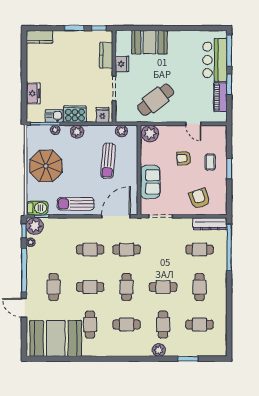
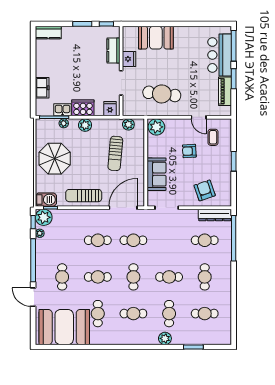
cafe table: (156, 100) -> (162, 94), turned 45
coffee table: (210, 162) -> (213, 137), moved

